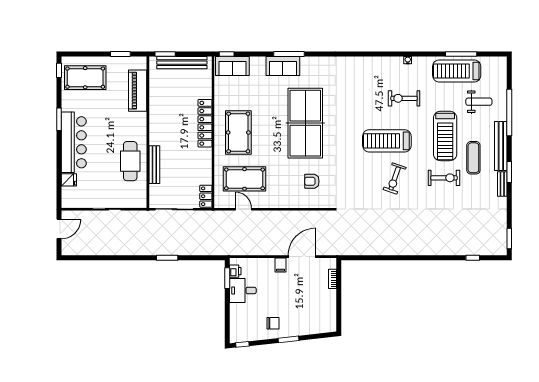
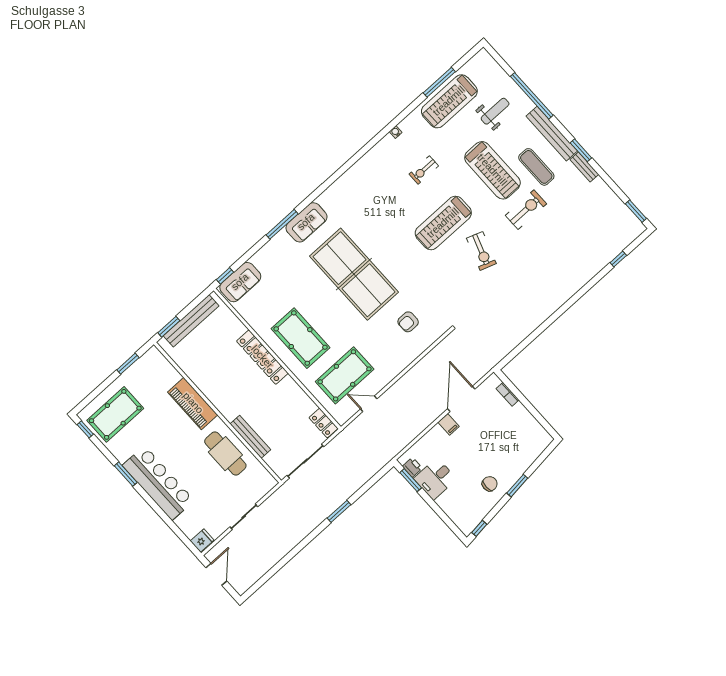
sofa: (283, 66) -> (306, 222), moved
piano: (138, 91) -> (193, 403), moved
exercise bike: (404, 98) -> (424, 170), width x0.73, depth x0.72
fridge: (69, 180) -> (202, 541), moved

